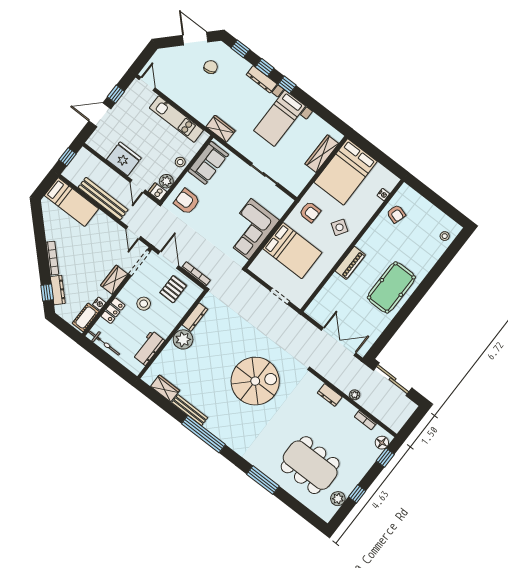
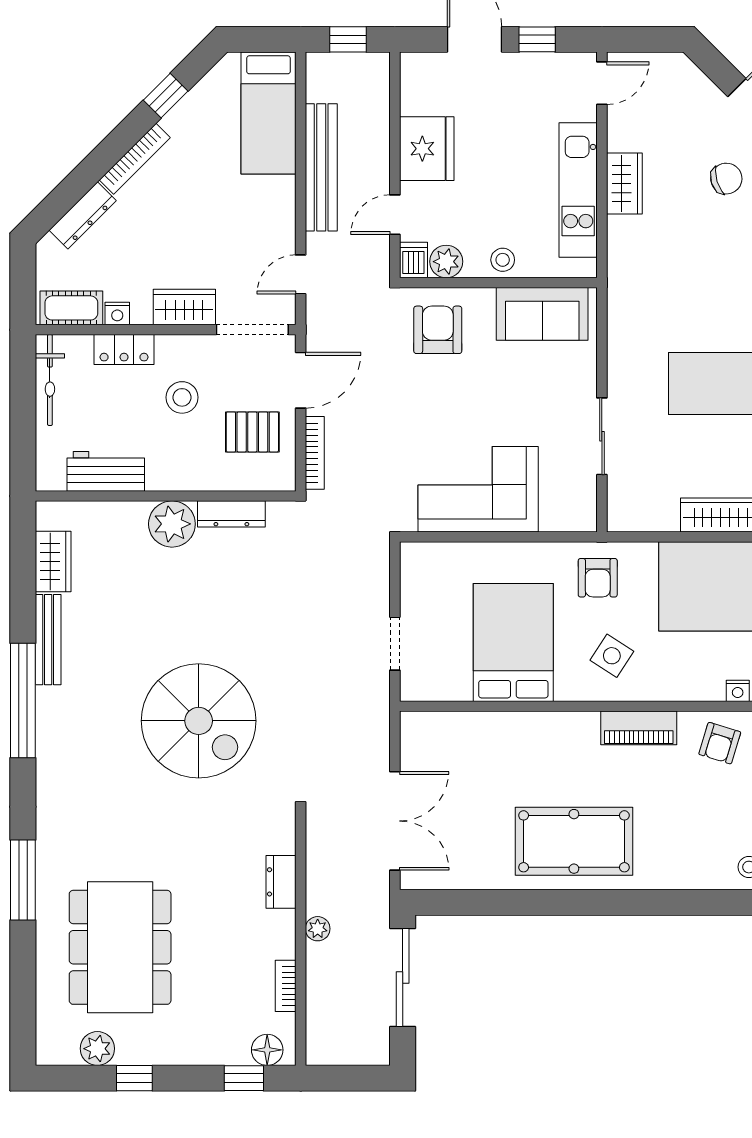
wardrobe: (221, 129) -> (624, 184), moved
bed: (292, 251) -> (513, 642), moved, turned 180
piano: (350, 263) -> (639, 728), moved
window: (47, 293) -> (166, 96), moved

